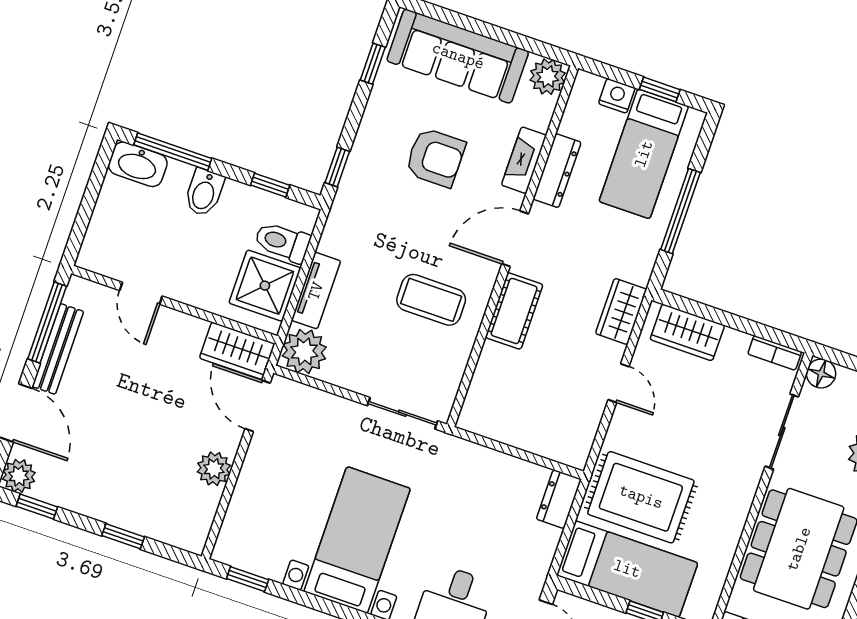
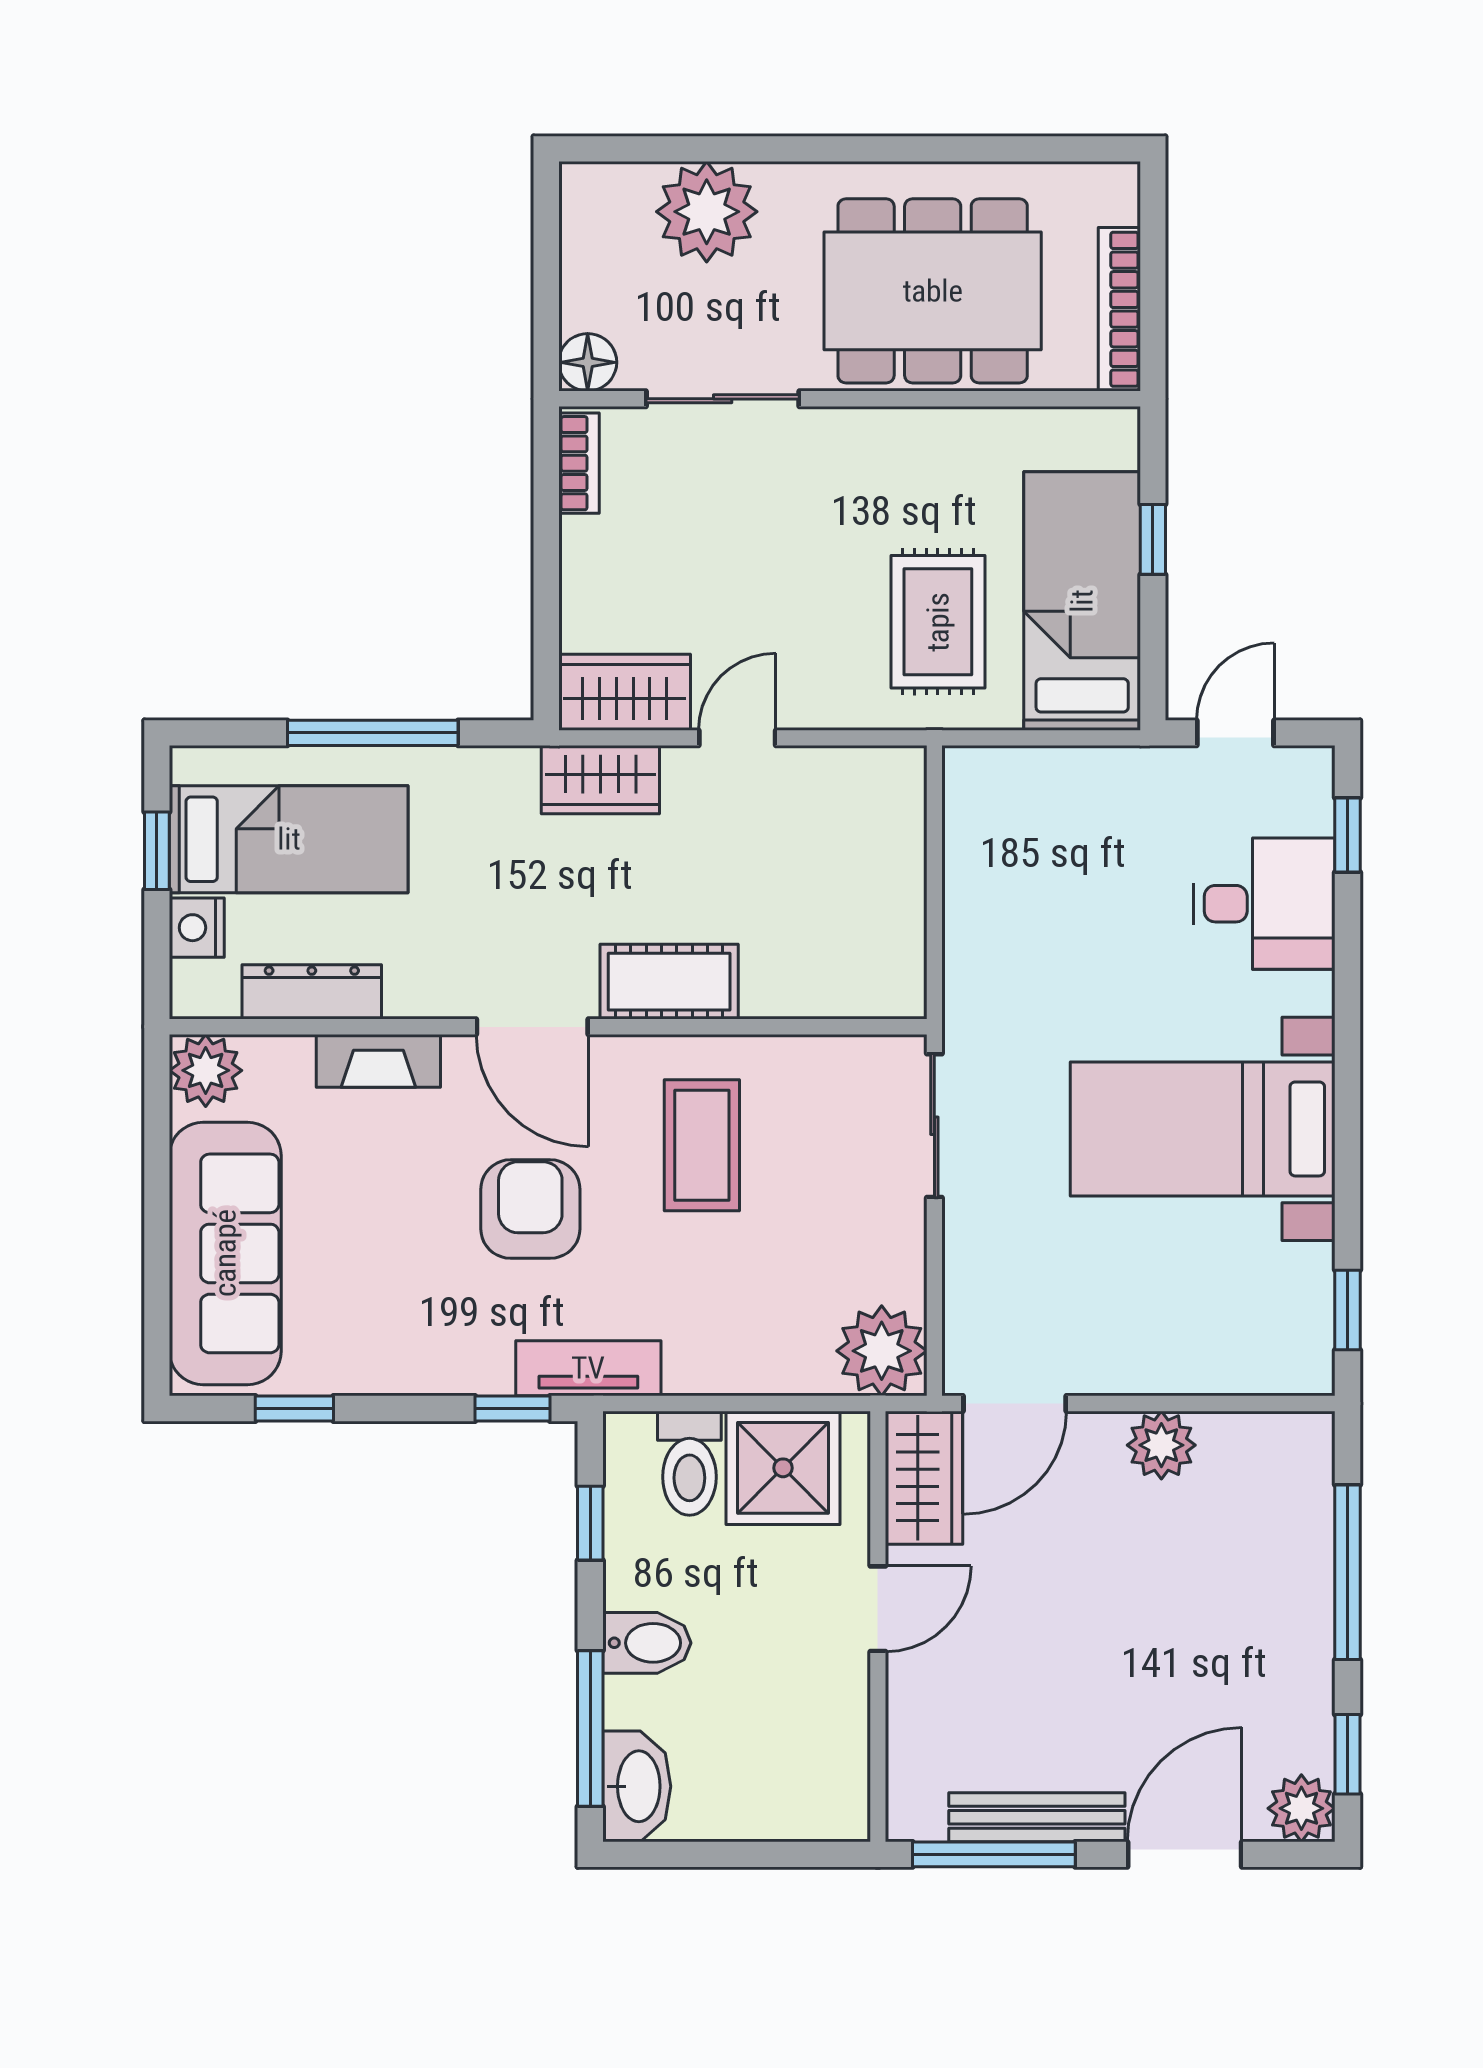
armchair: (435, 157) -> (530, 1209), moved
dresser: (557, 171) -> (312, 992), moved
tv unit: (316, 291) -> (588, 1368), moved
door: (141, 293) -> (878, 1609), moved
wardrobe: (687, 332) -> (625, 692), moved, turned -90
rug: (641, 497) -> (938, 622), width x0.73, depth x0.70
dresser: (559, 499) -> (995, 775), removed
window: (123, 536) -> (1348, 1572), width x2.17

